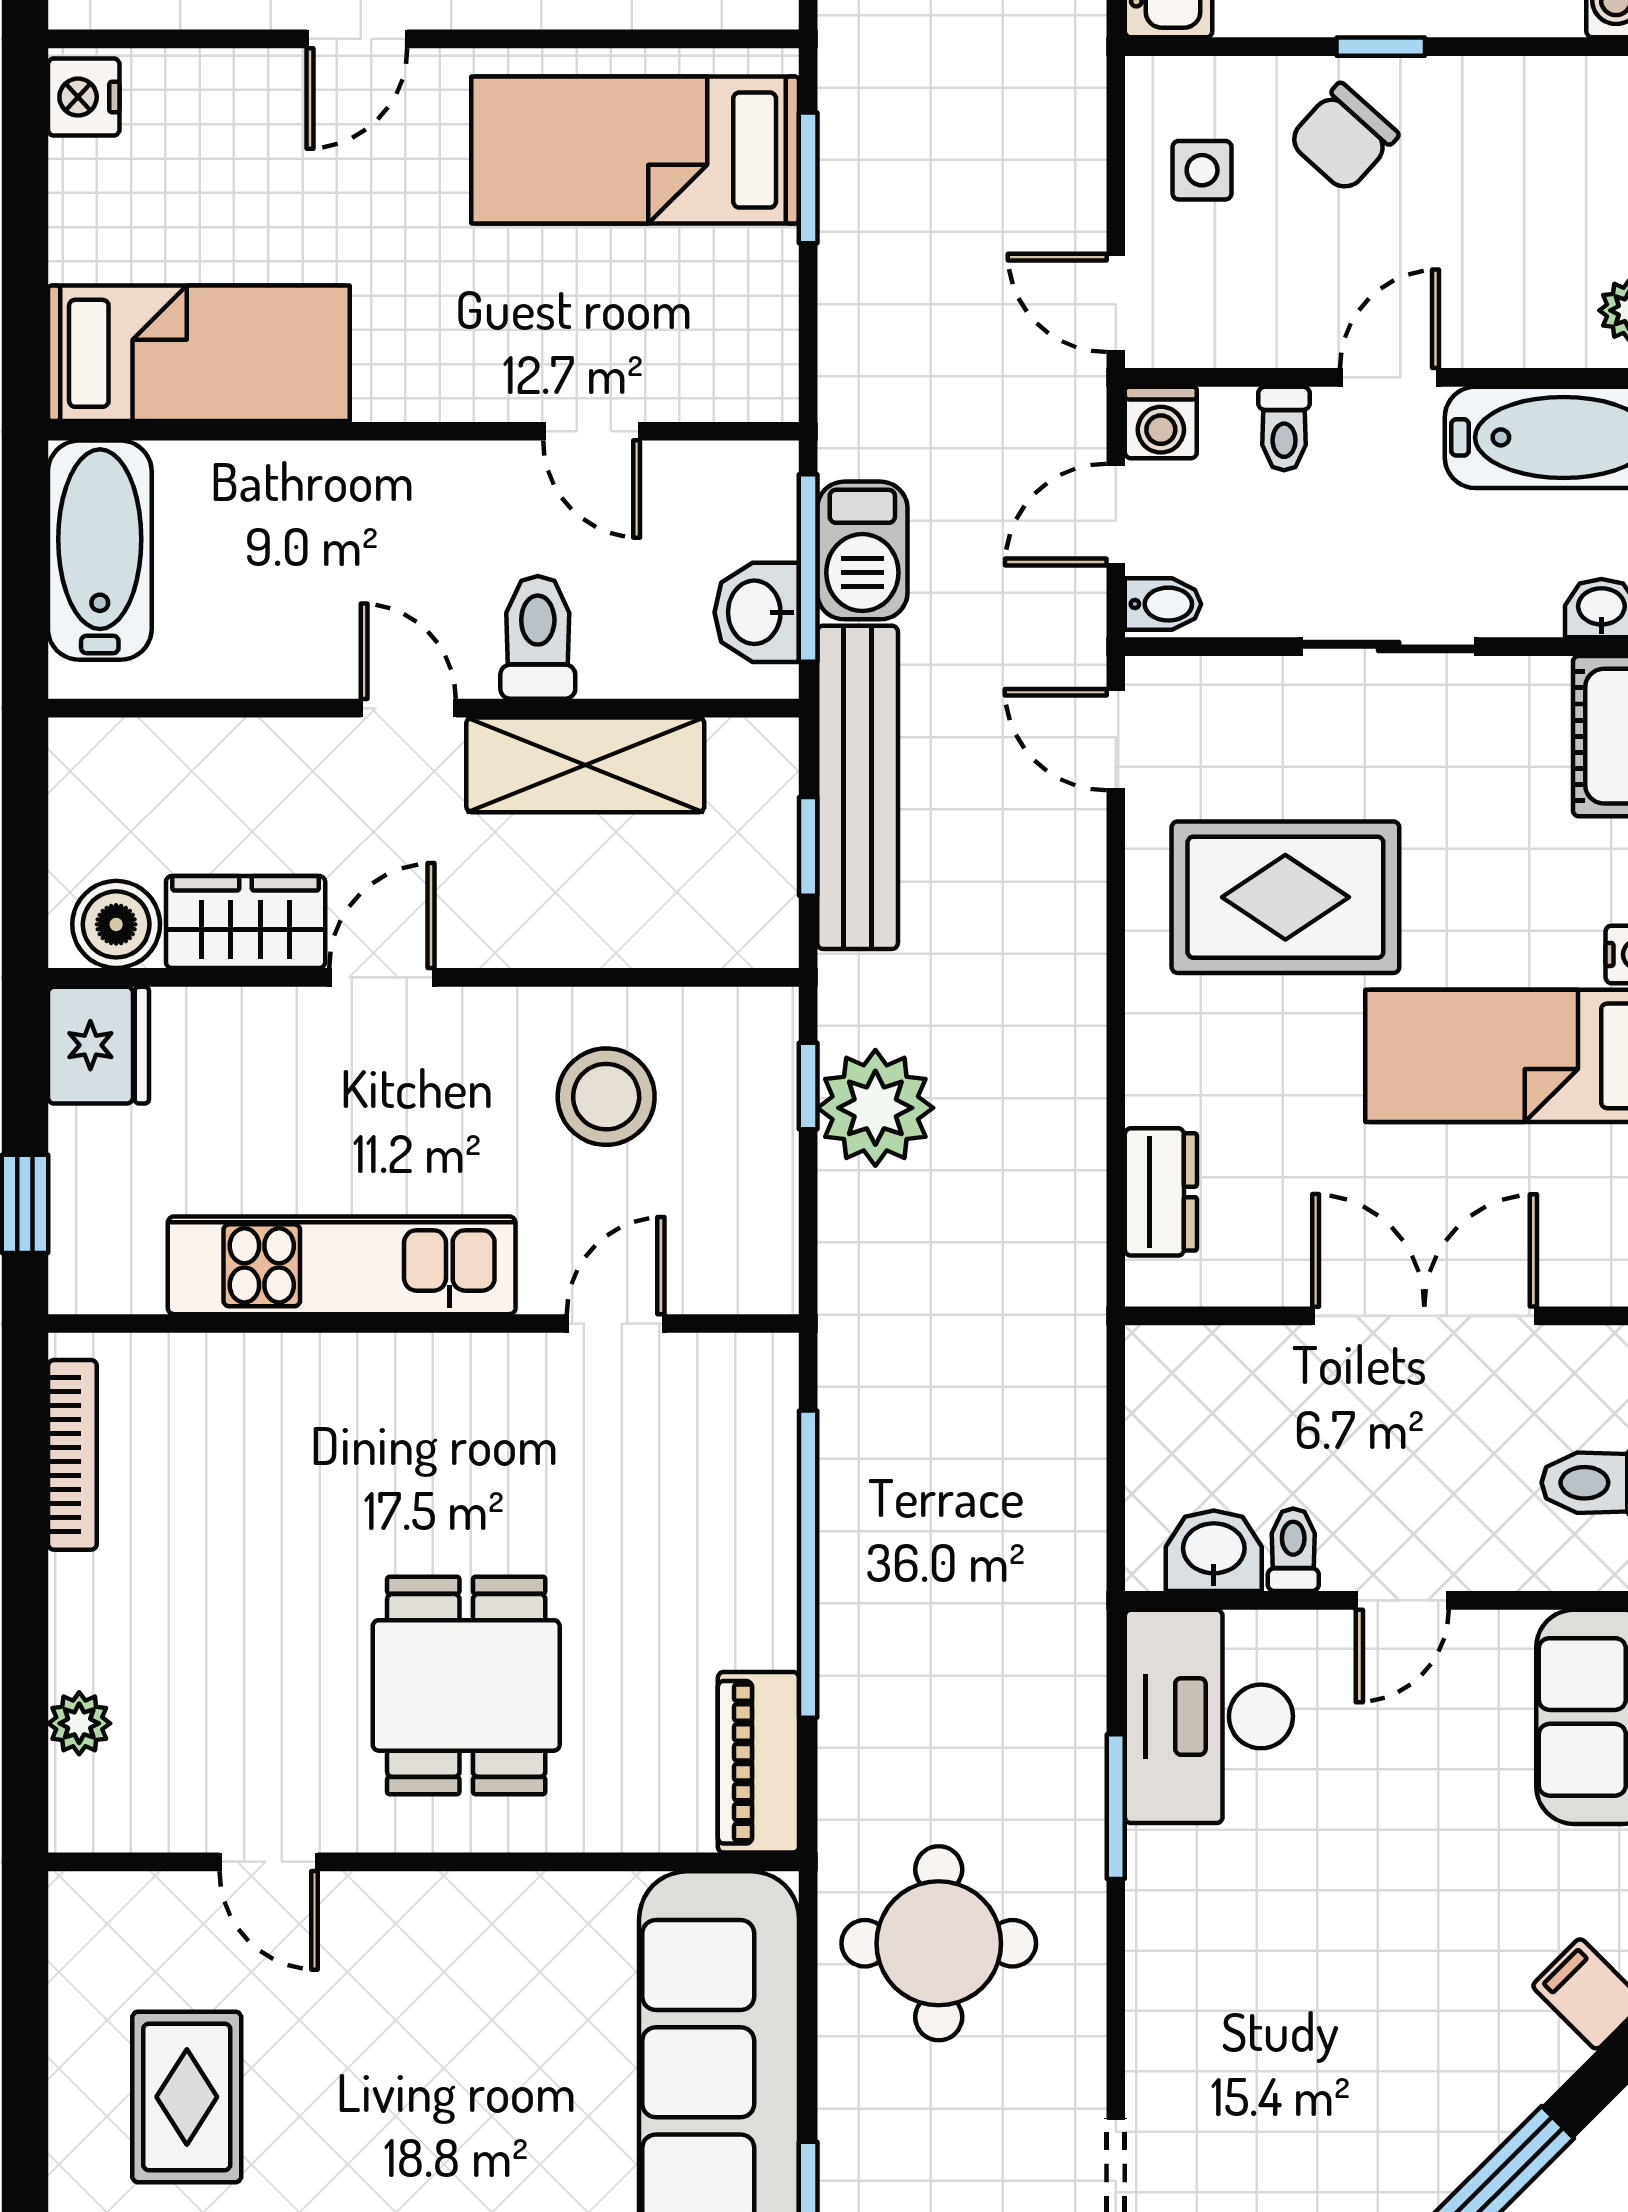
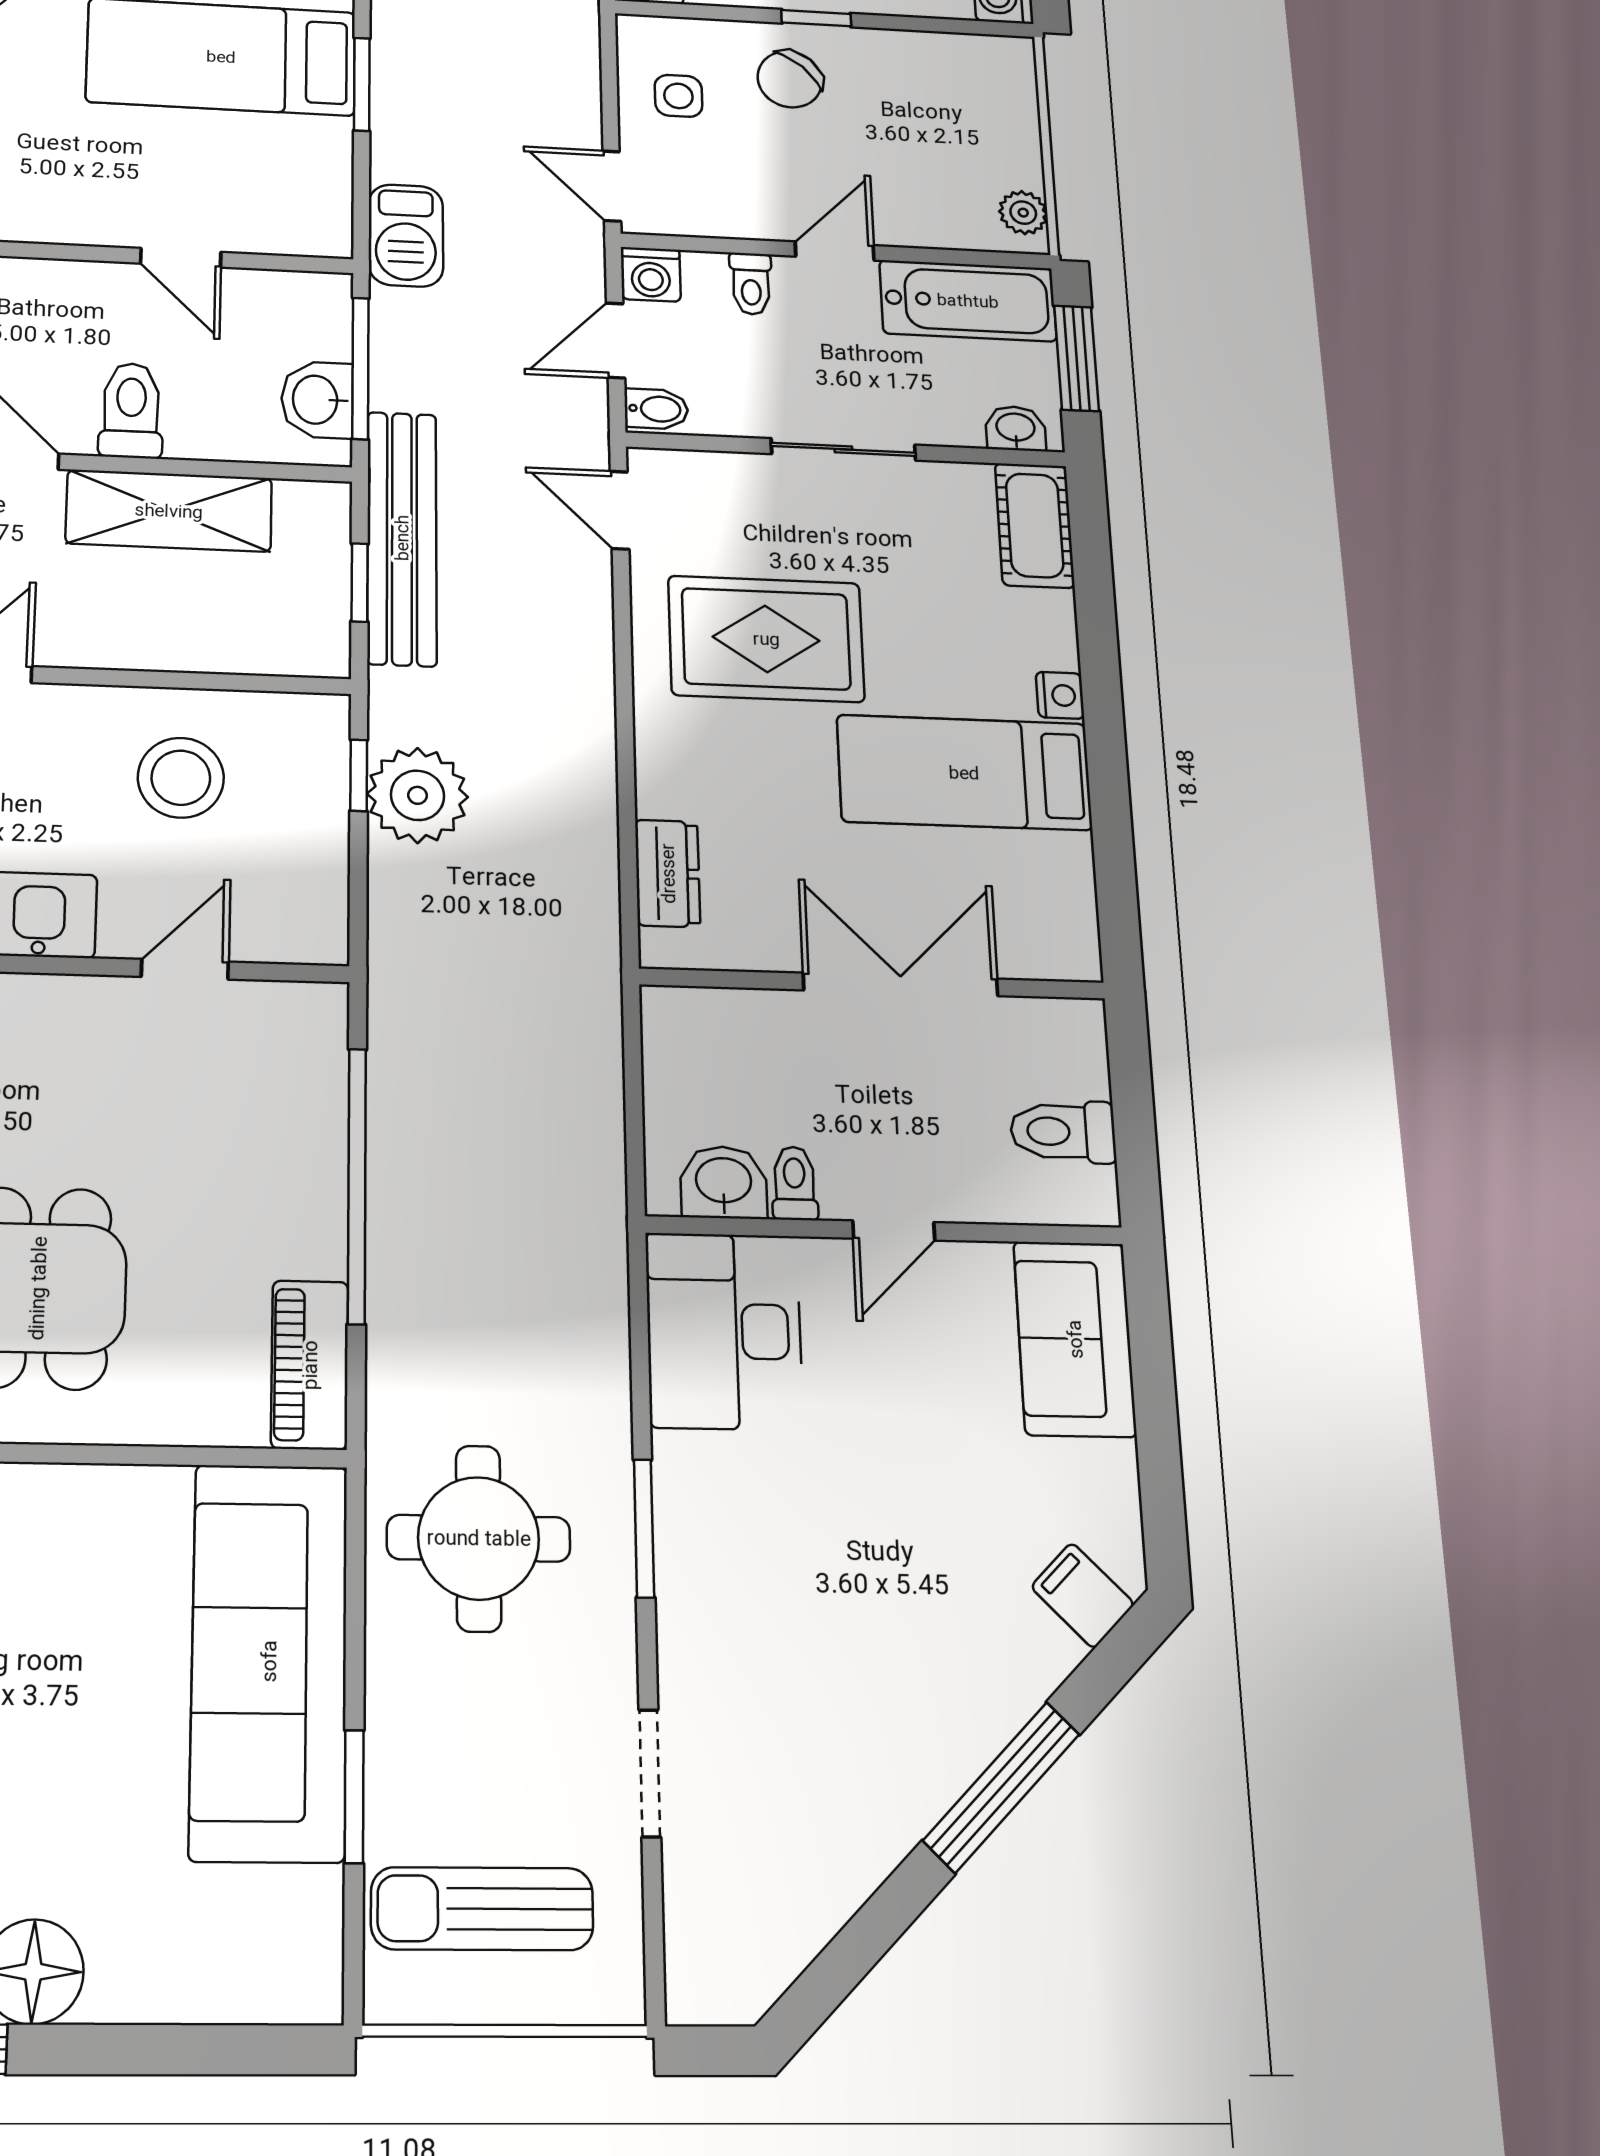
barbecue: (862, 550) -> (406, 235), moved
window: (1116, 1807) -> (644, 1528), moved

